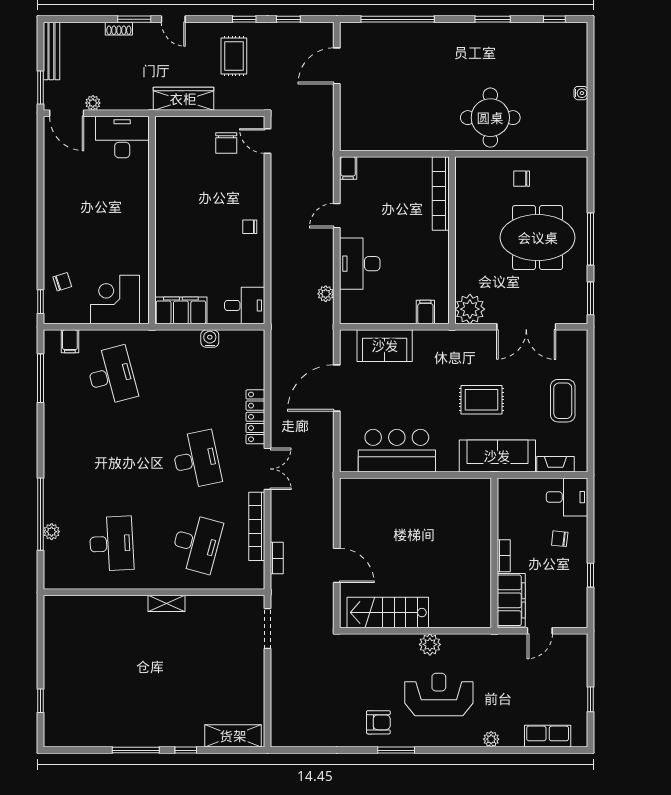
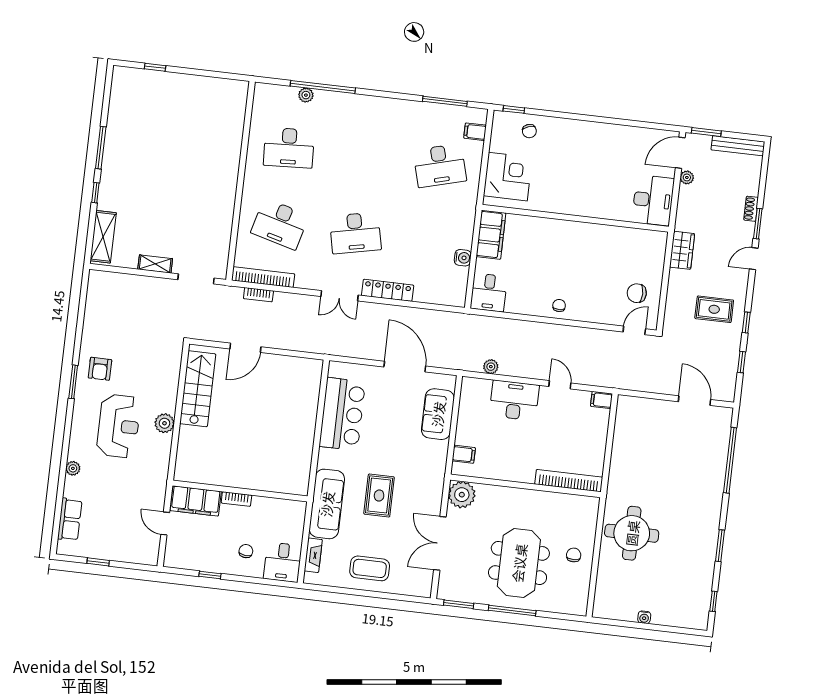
wardrobe: (183, 99) -> (682, 250), width x0.67
bookcase: (257, 526) -> (263, 277), moved
shelving: (166, 603) -> (155, 264), moved, turned 90

